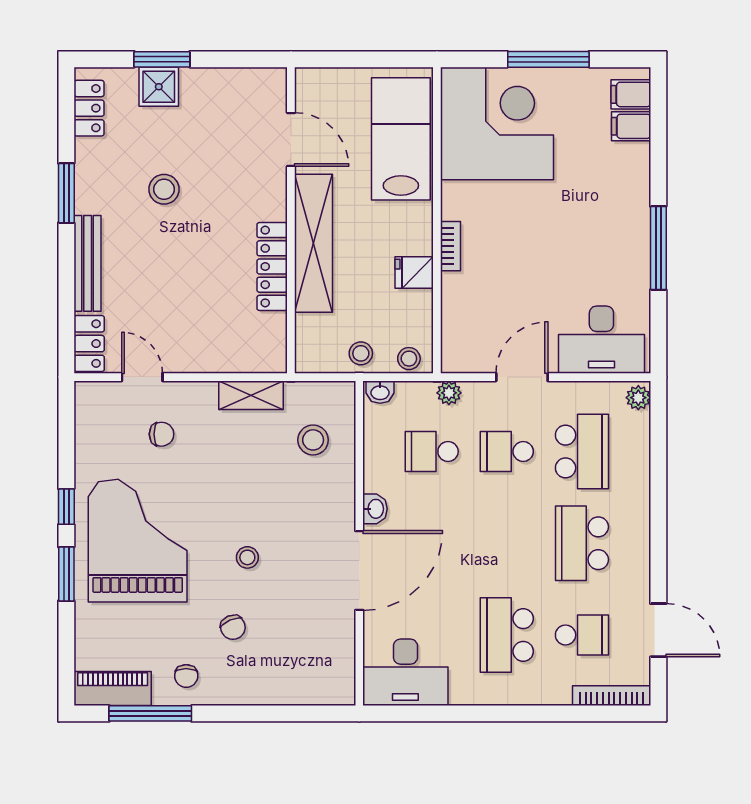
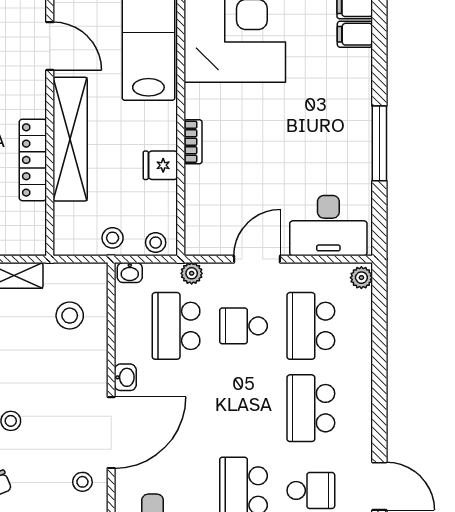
school desk: (432, 452) -> (176, 326), width x1.85
school desk: (582, 452) -> (311, 326), turned 180
stool: (327, 625) -> (82, 482), added

